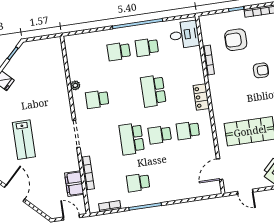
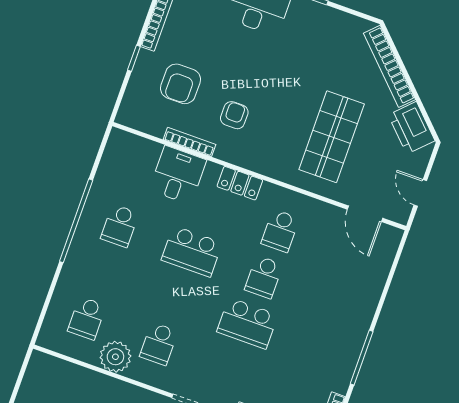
desk: (184, 35) -> (178, 175), moved
school desk: (119, 51) -> (87, 318), moved
armchair: (261, 70) -> (234, 115), moved
plant: (75, 85) -> (115, 357), width x1.87, depth x1.87
school desk: (138, 183) -> (319, 349), removed
door: (245, 192) -> (420, 193), swing flipped

